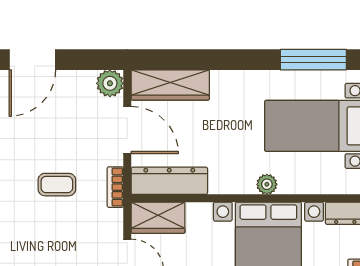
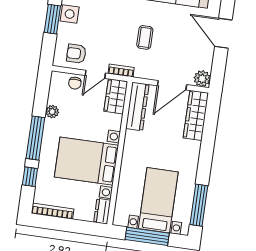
plant: (267, 184) -> (127, 166), removed
bookcase: (115, 187) -> (121, 71), moved

